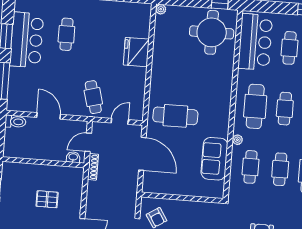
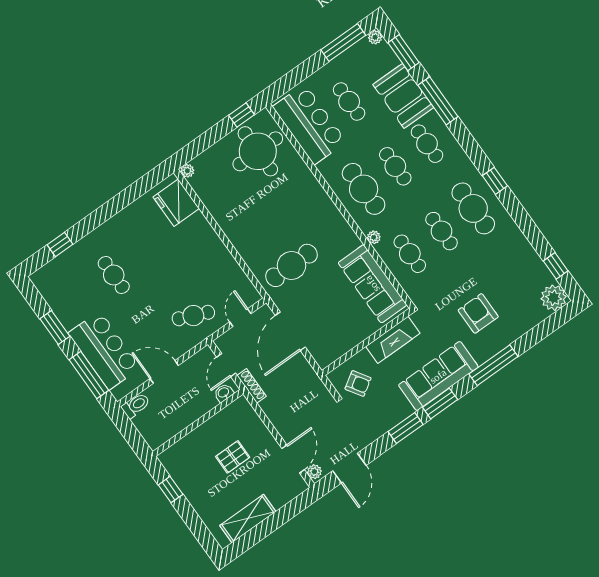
bar counter: (27, 40) -> (104, 350), moved
fridge: (136, 52) -> (176, 203), moved
cafe table: (93, 97) -> (193, 316), turned -52
door: (142, 154) -> (290, 331), swing flipped
sofa: (214, 159) -> (372, 284), width x1.36
fireplace: (198, 209) -> (393, 340), added

